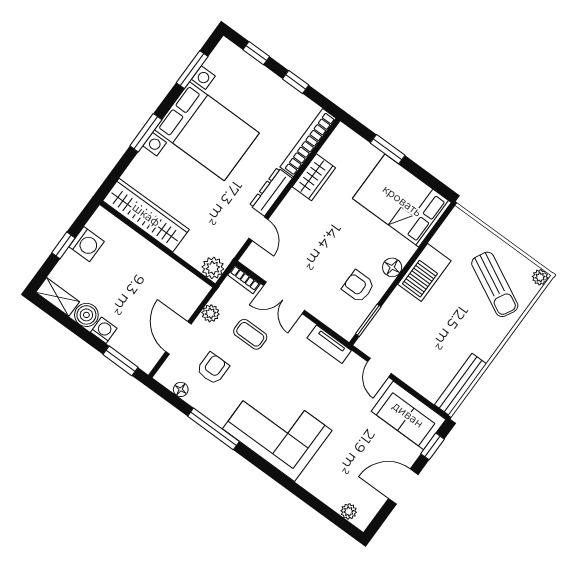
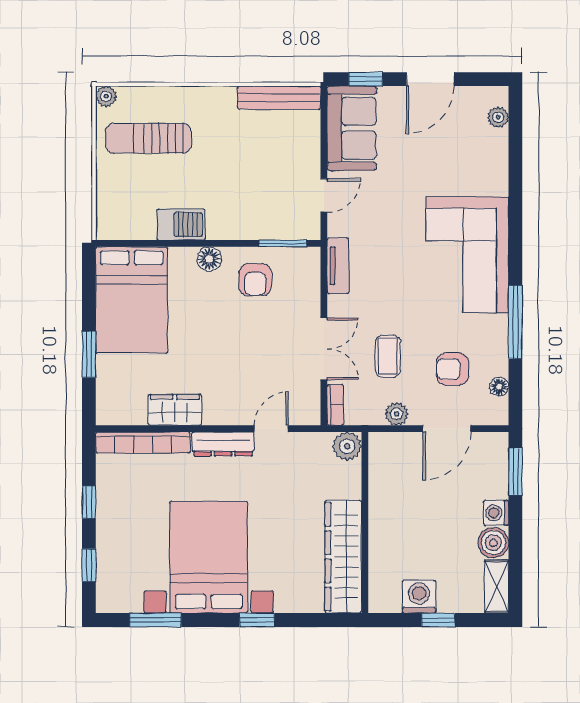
window: (146, 133) -> (257, 620), width x0.67
barbecue: (424, 272) -> (181, 224), width x0.73, depth x0.83
sun lounger: (495, 284) -> (148, 138), turned -117
door: (403, 487) -> (430, 79), hinge flipped

